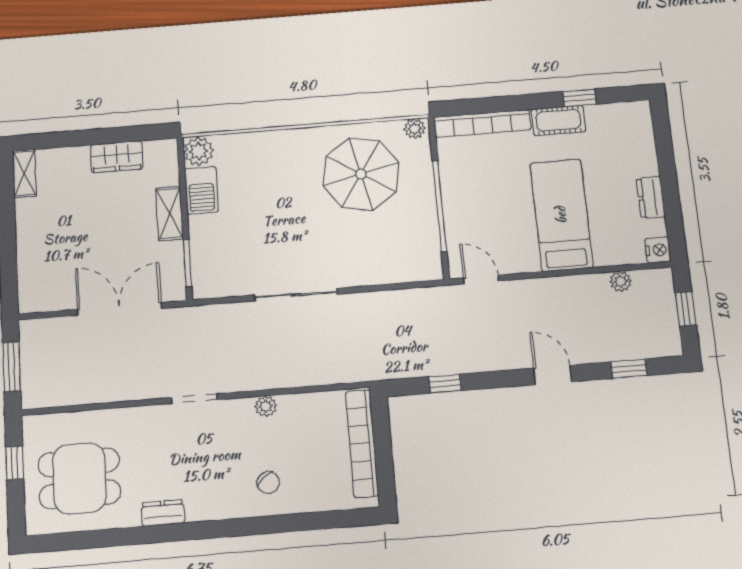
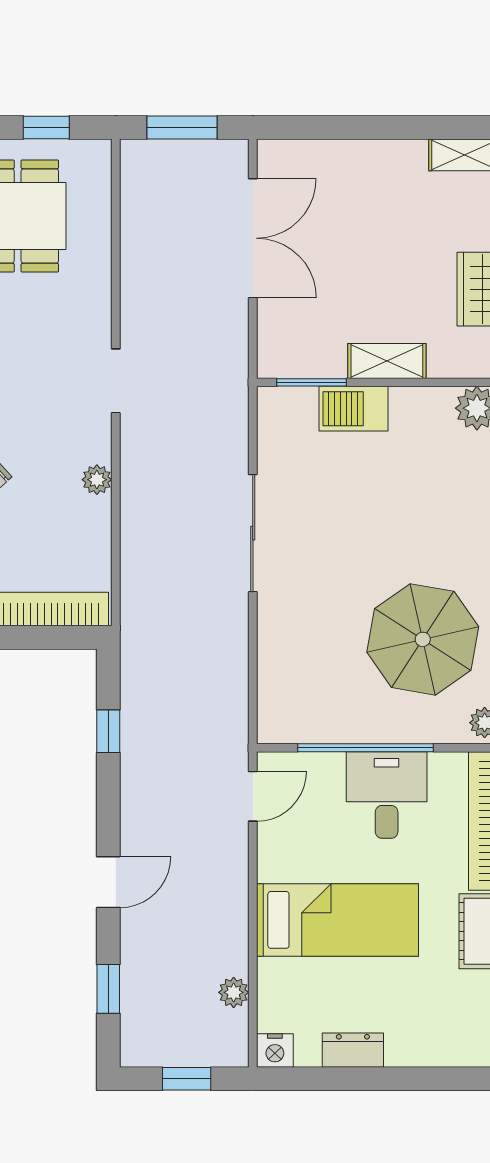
desk: (471, 189) -> (387, 795), added
barbecue: (201, 190) -> (354, 409), moved
double door: (119, 309) -> (253, 238), moved

